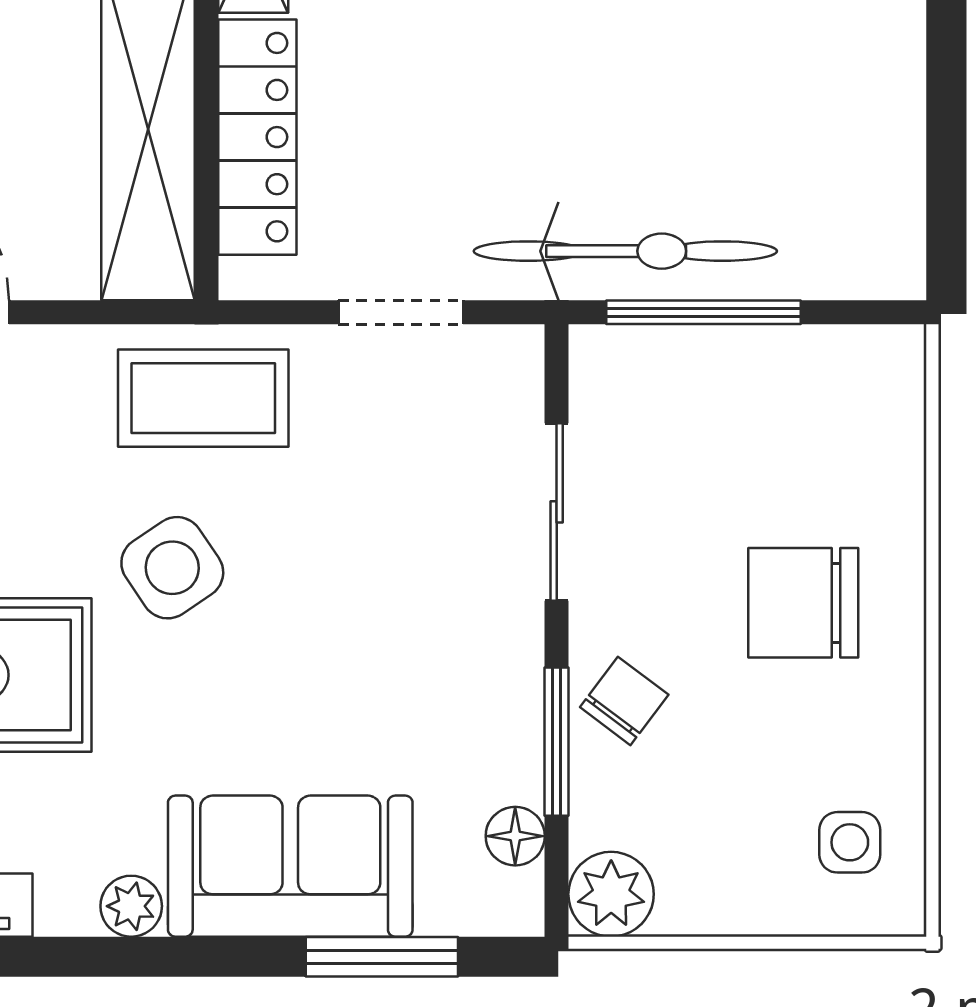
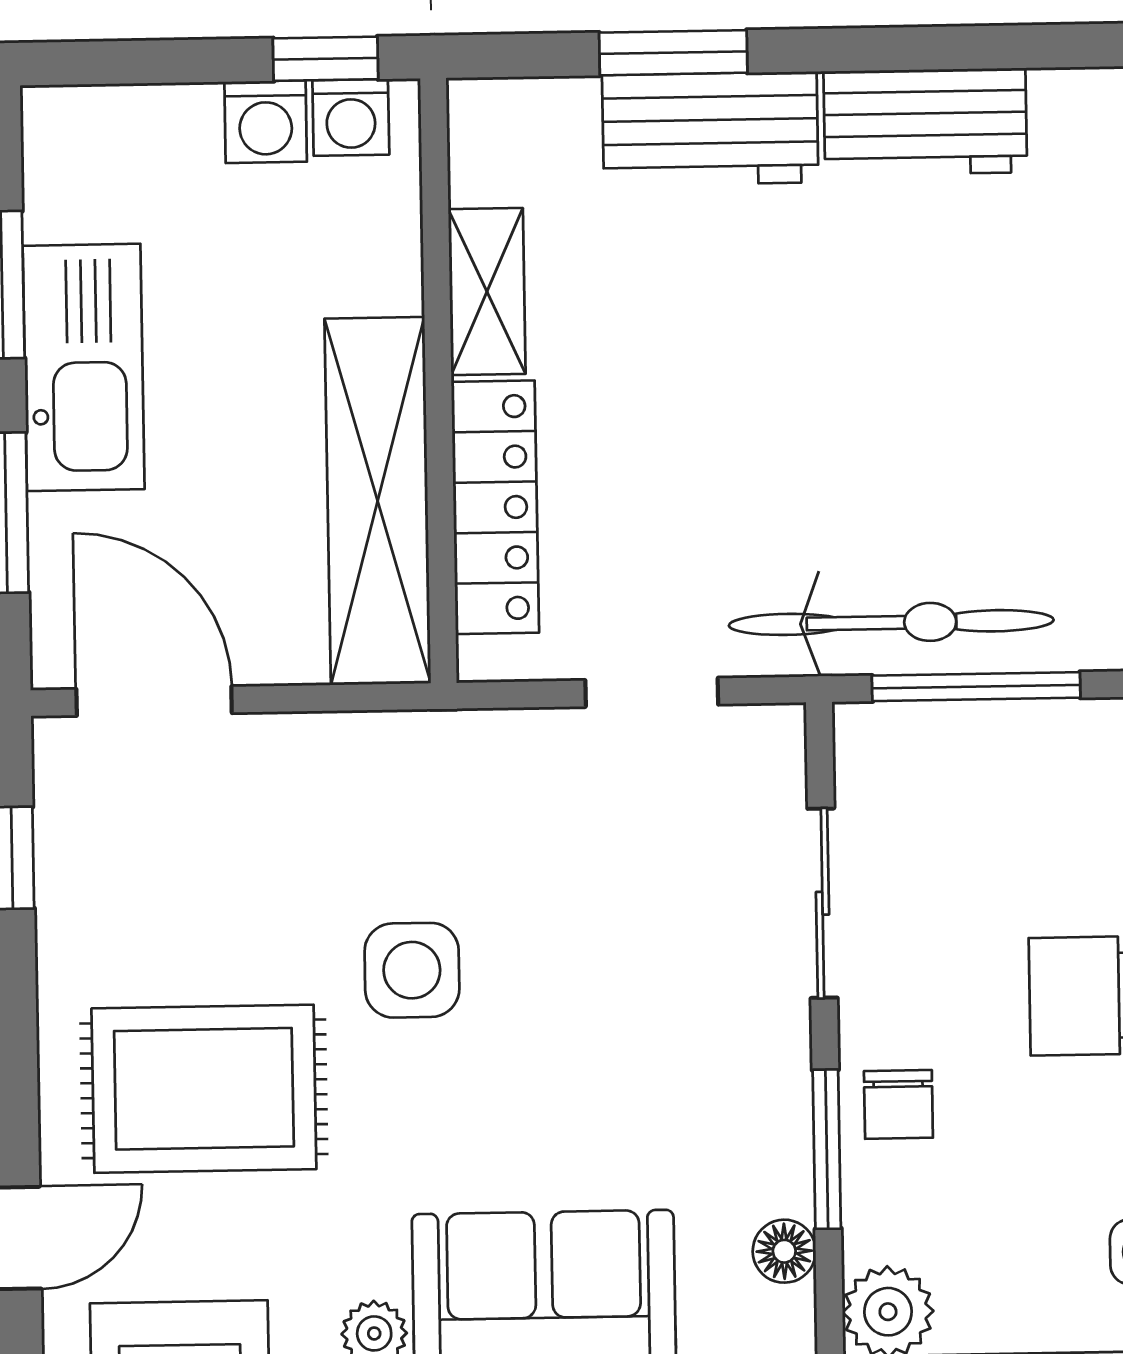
coffee table: (203, 398) -> (442, 788), removed
side table: (172, 568) -> (412, 970), turned 34
chair: (624, 701) -> (898, 1104), turned 143

